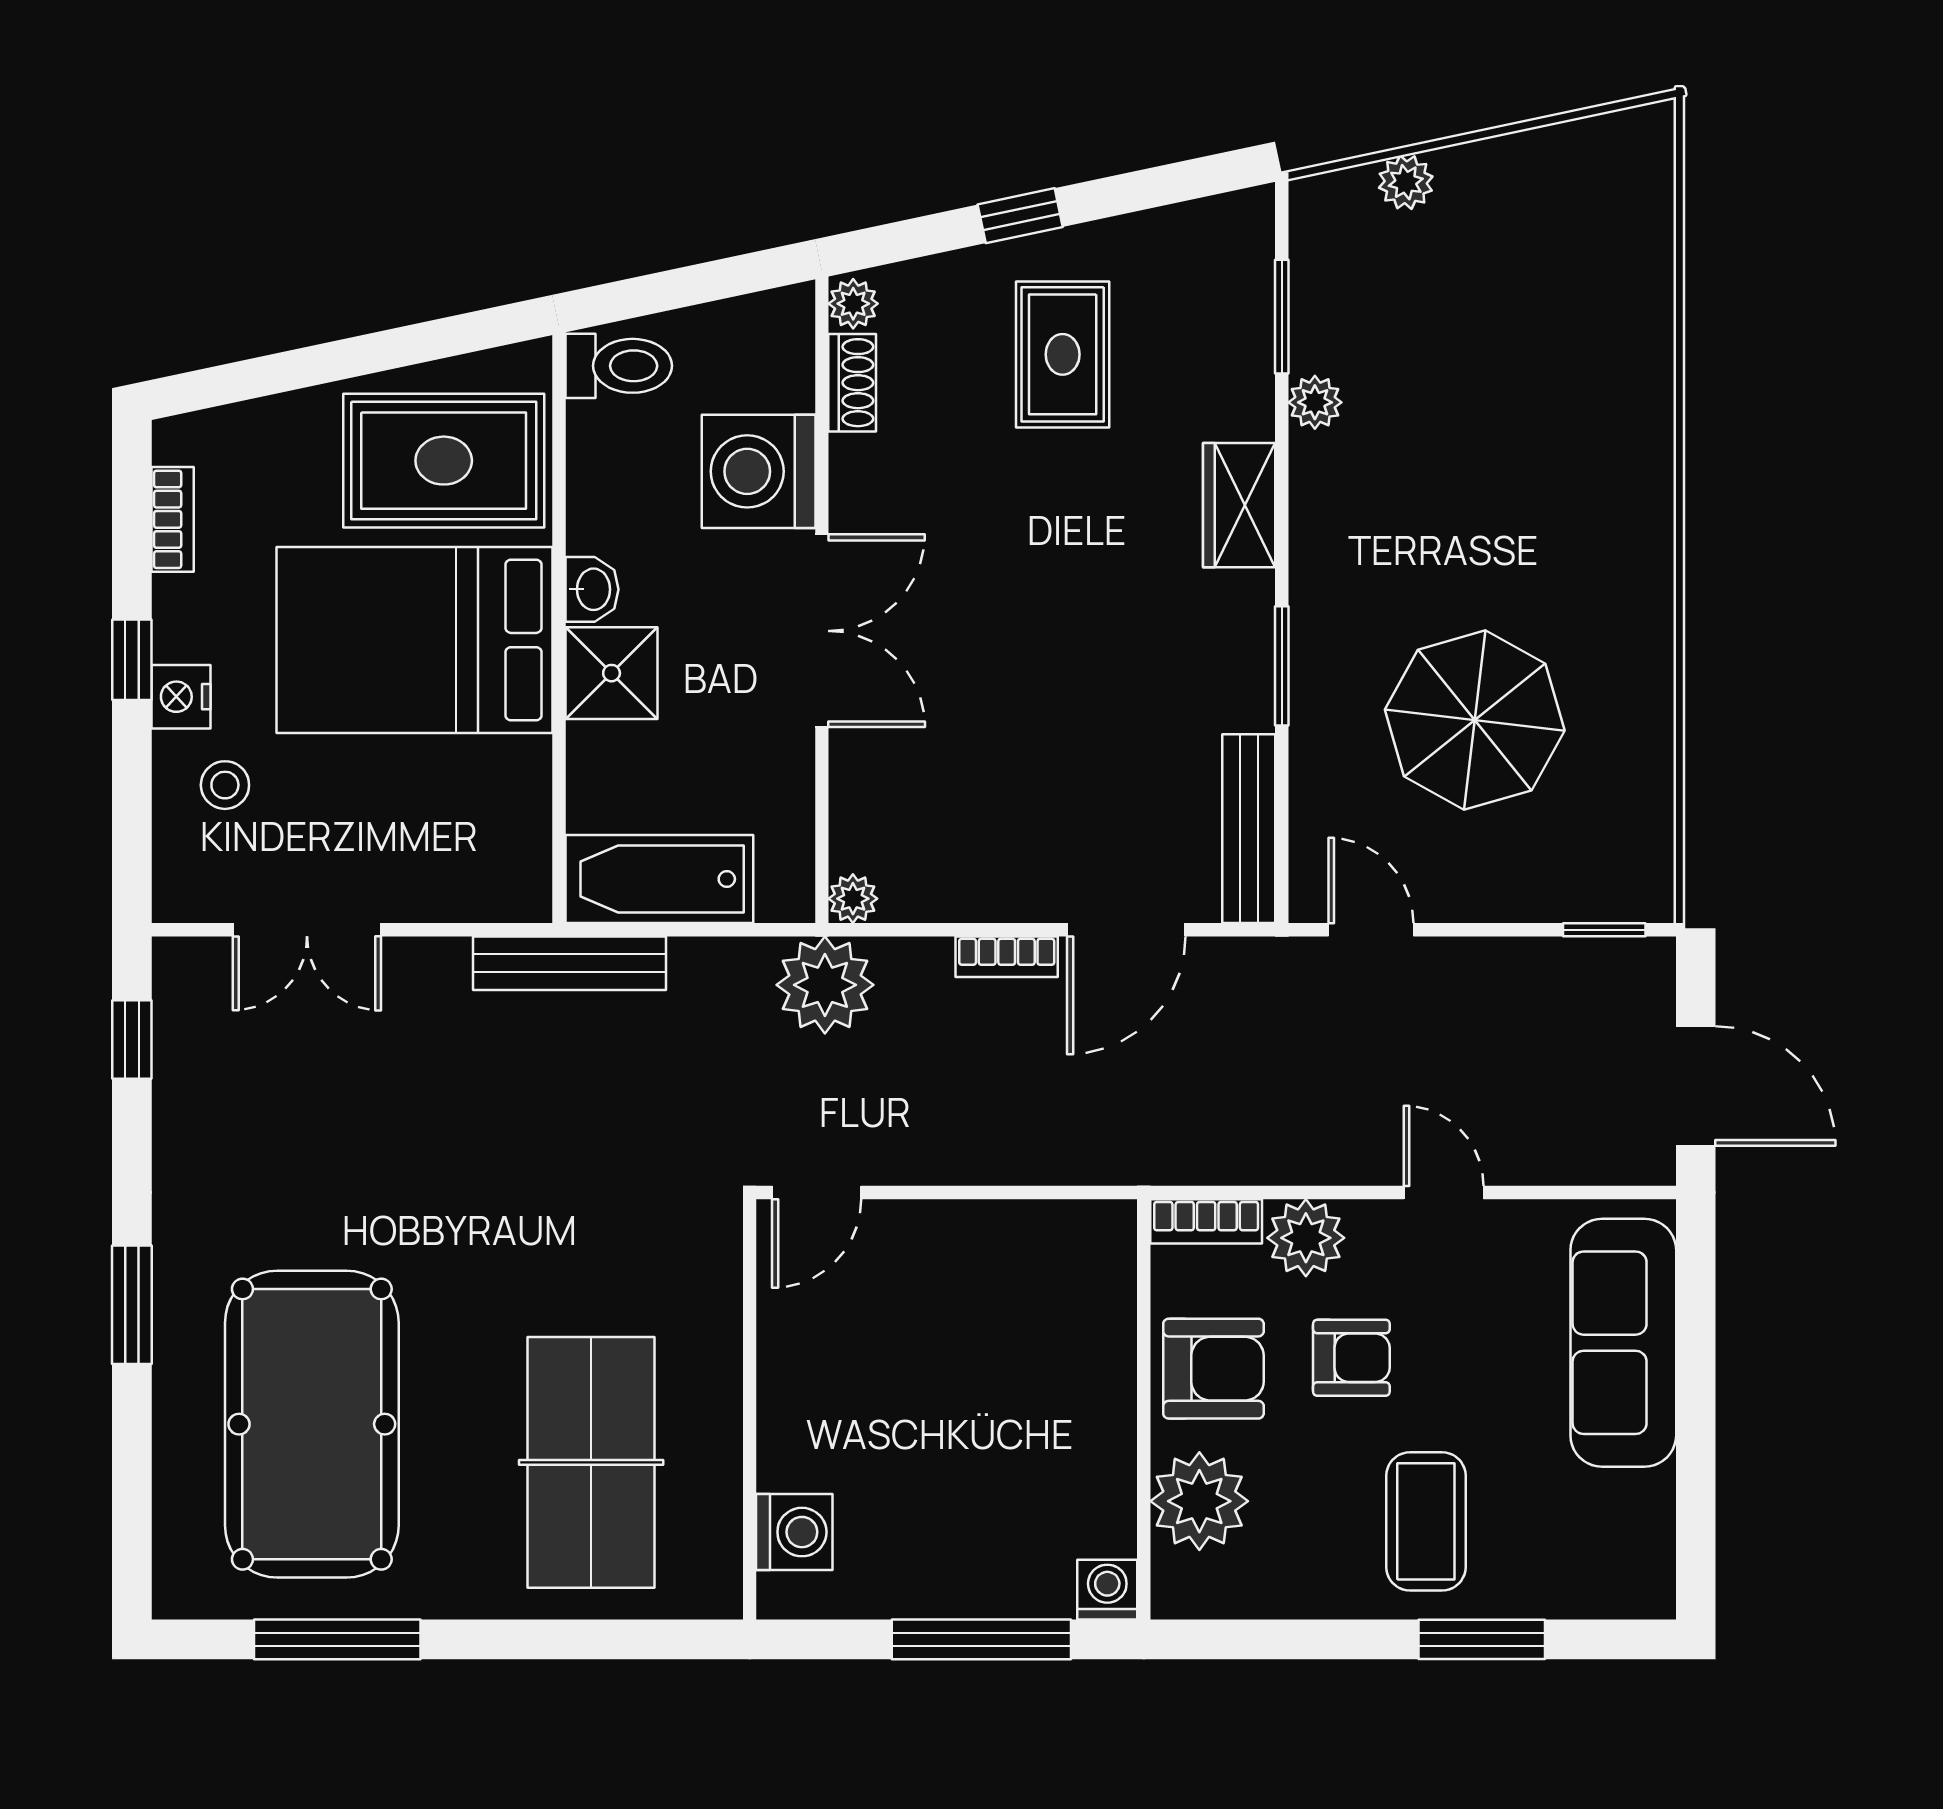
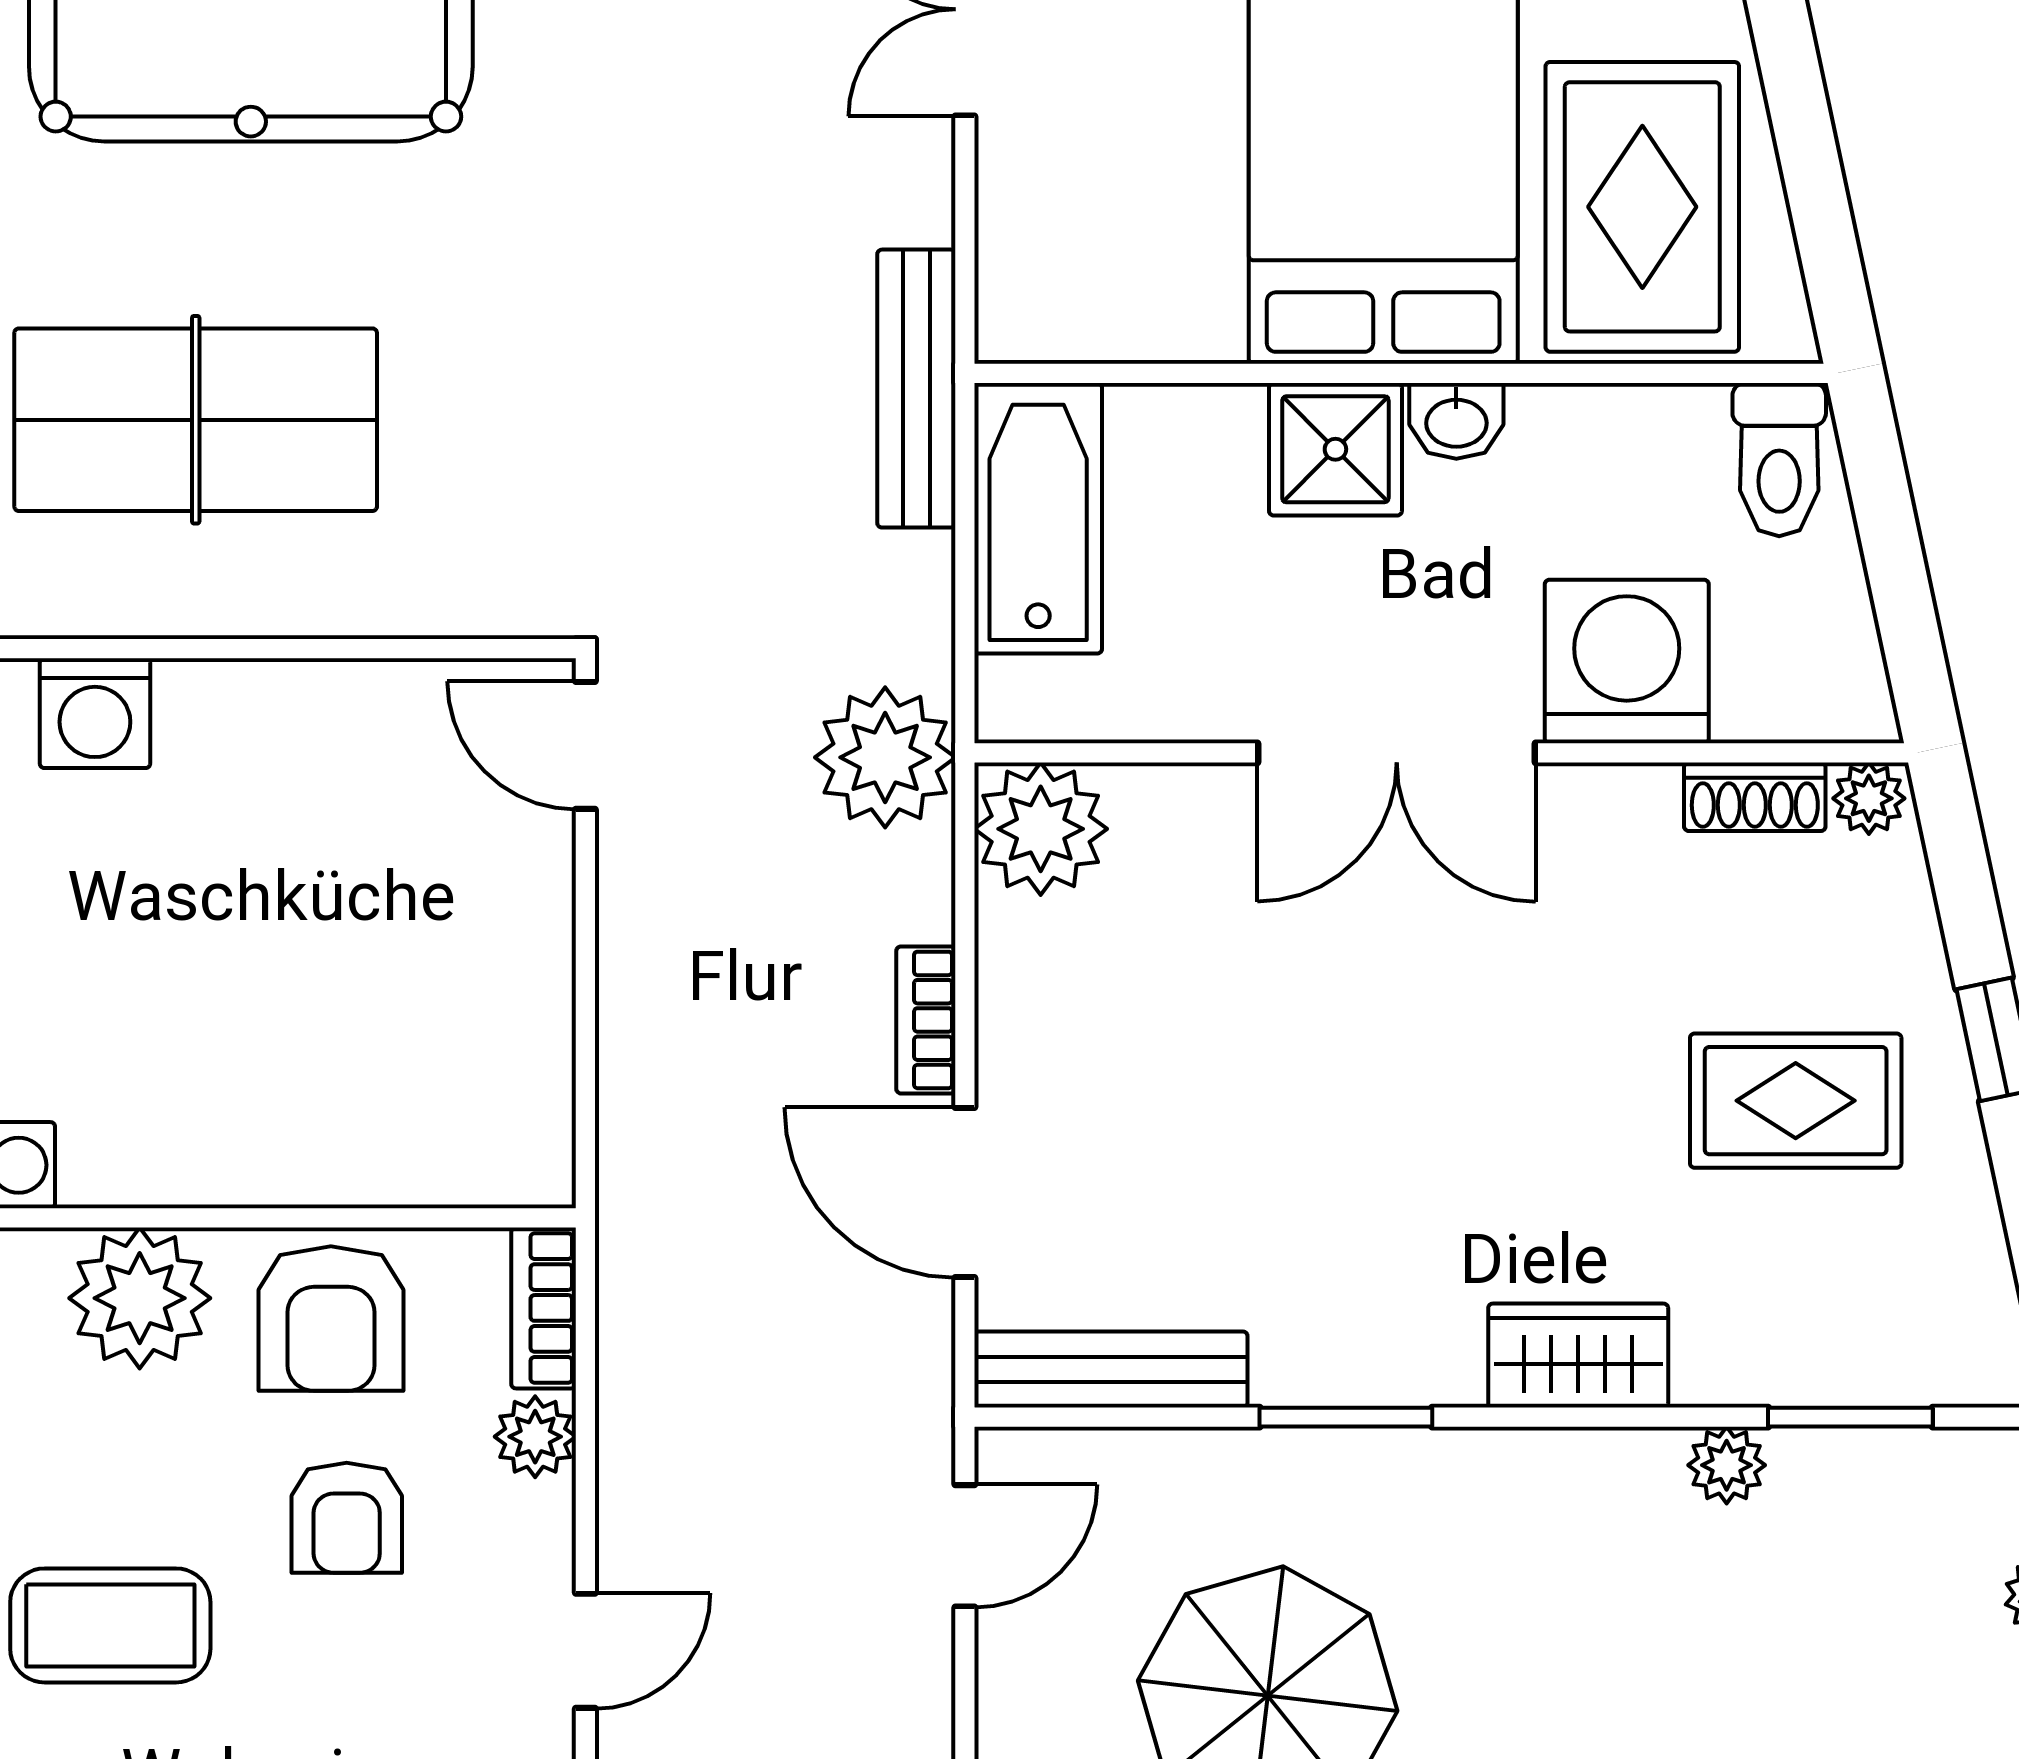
plant: (853, 899) -> (1041, 829), width x1.88, depth x1.88
plant: (1306, 1238) -> (535, 1437), width x0.73, depth x0.73

